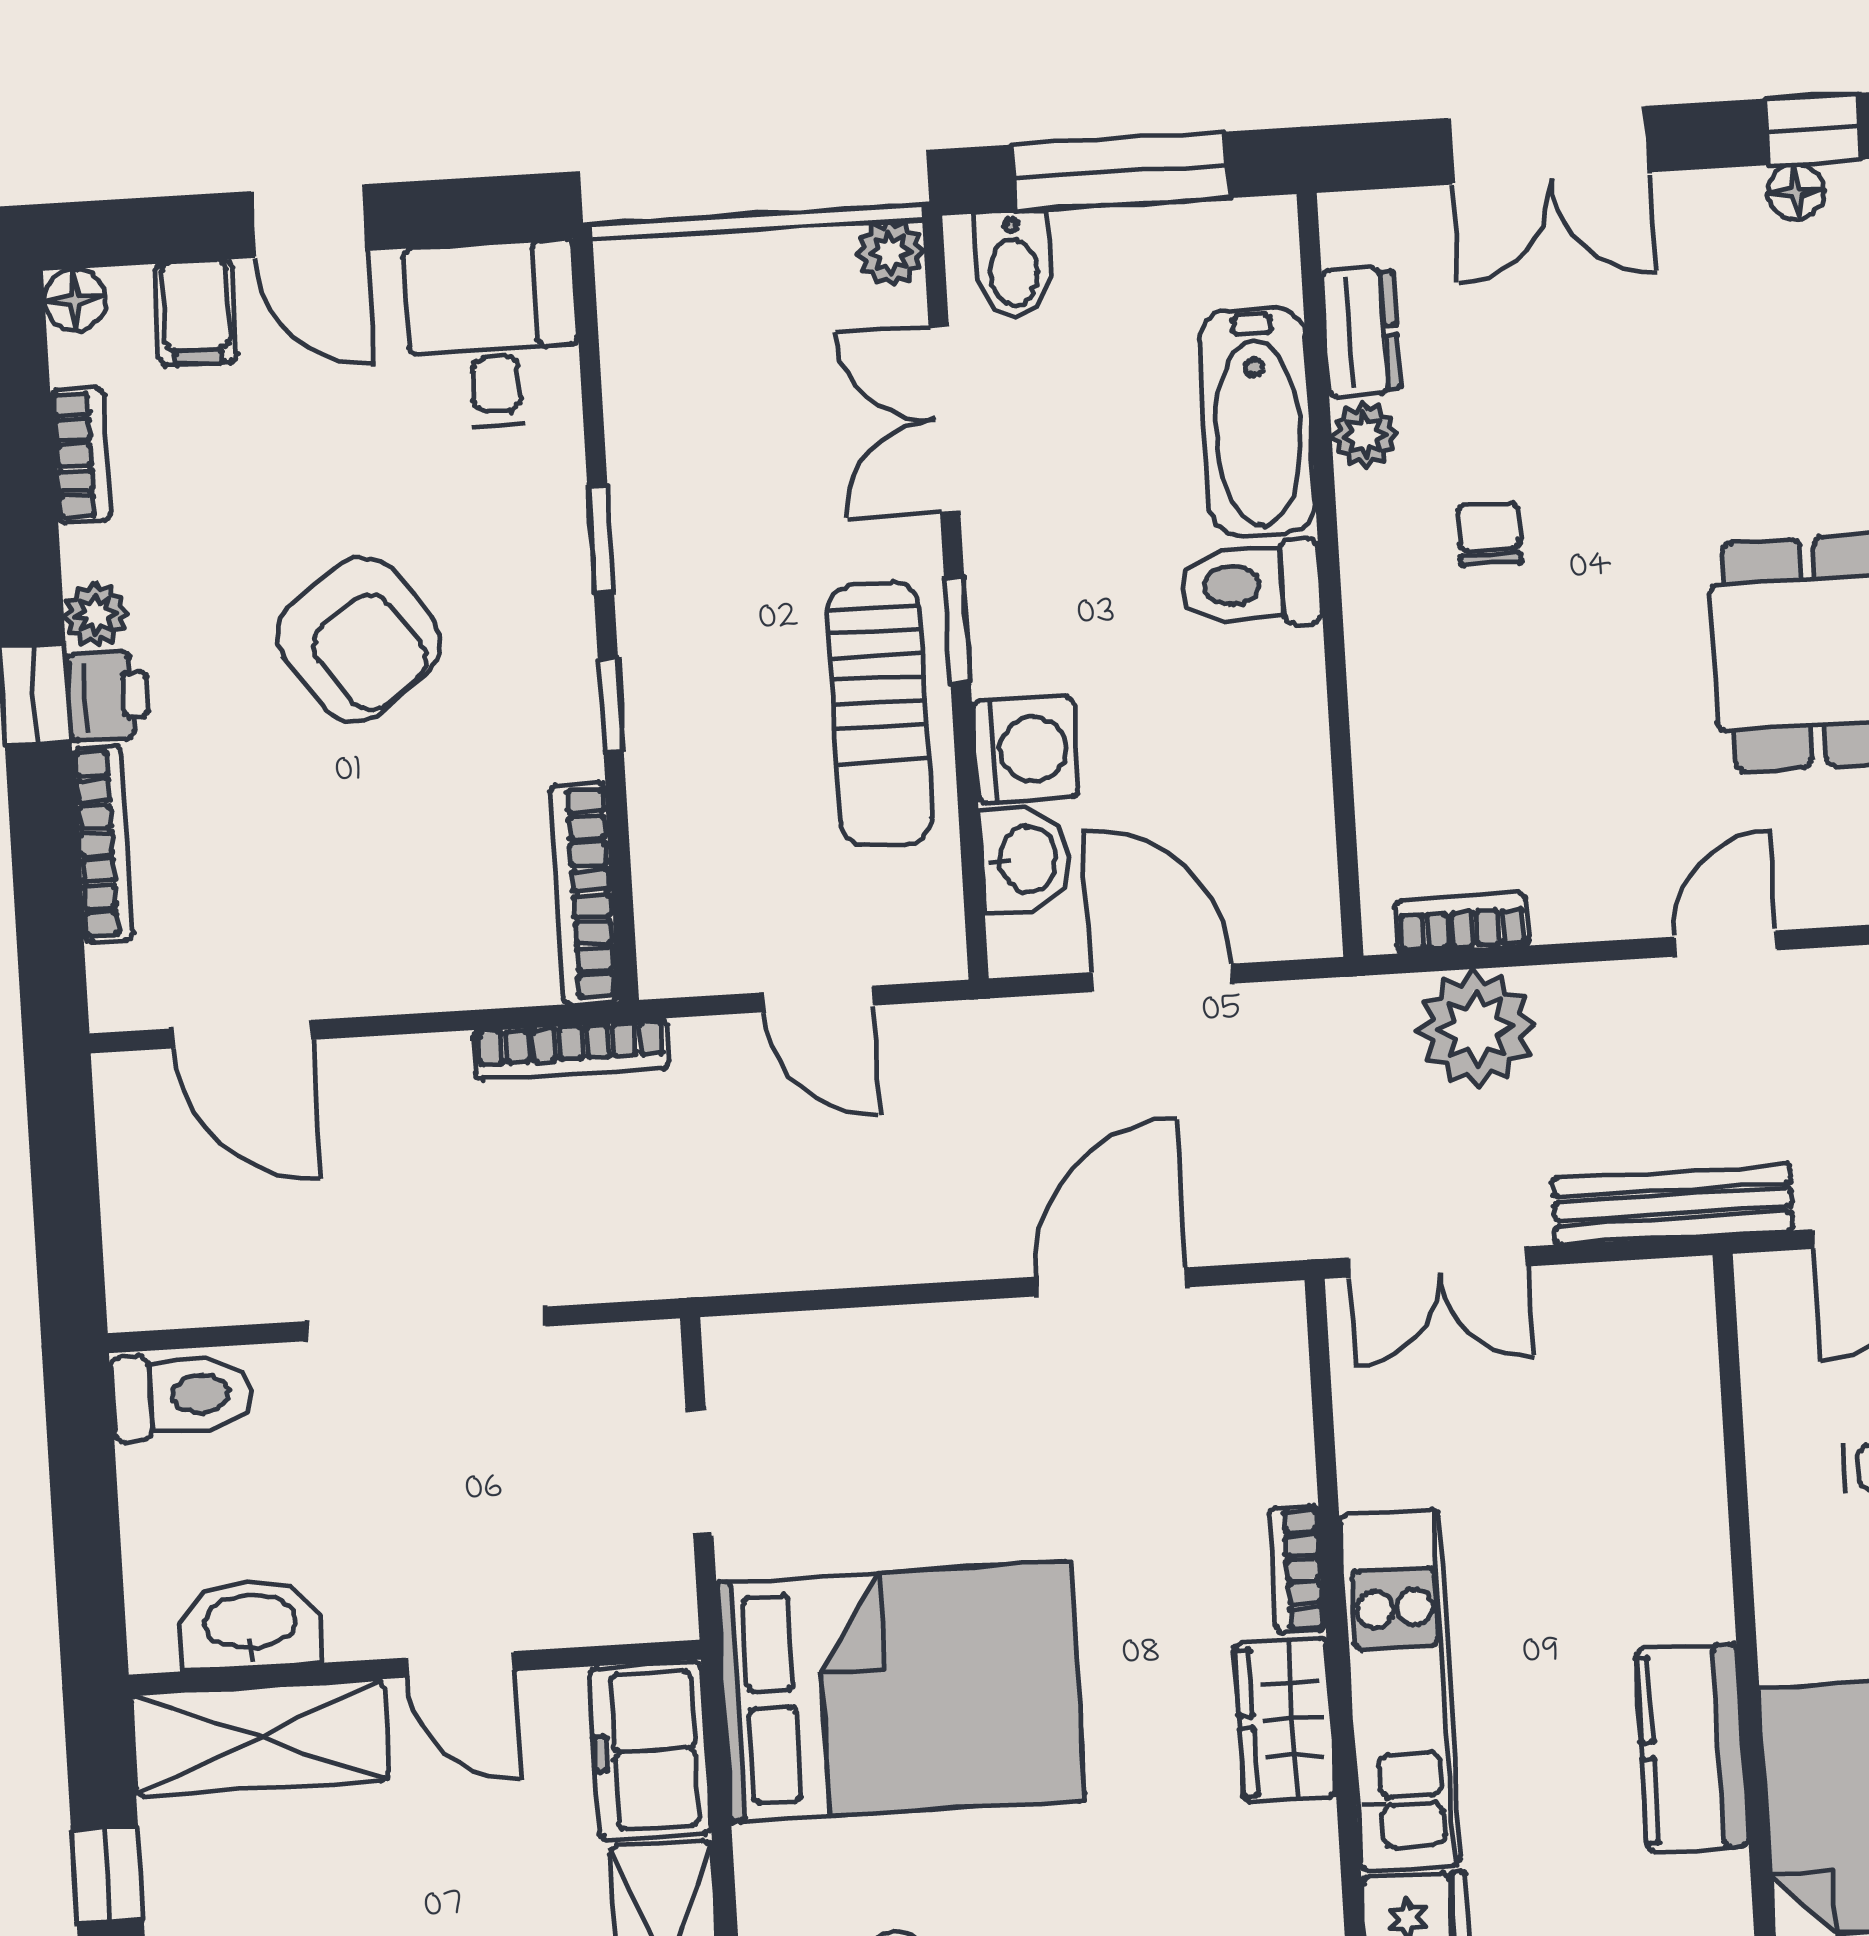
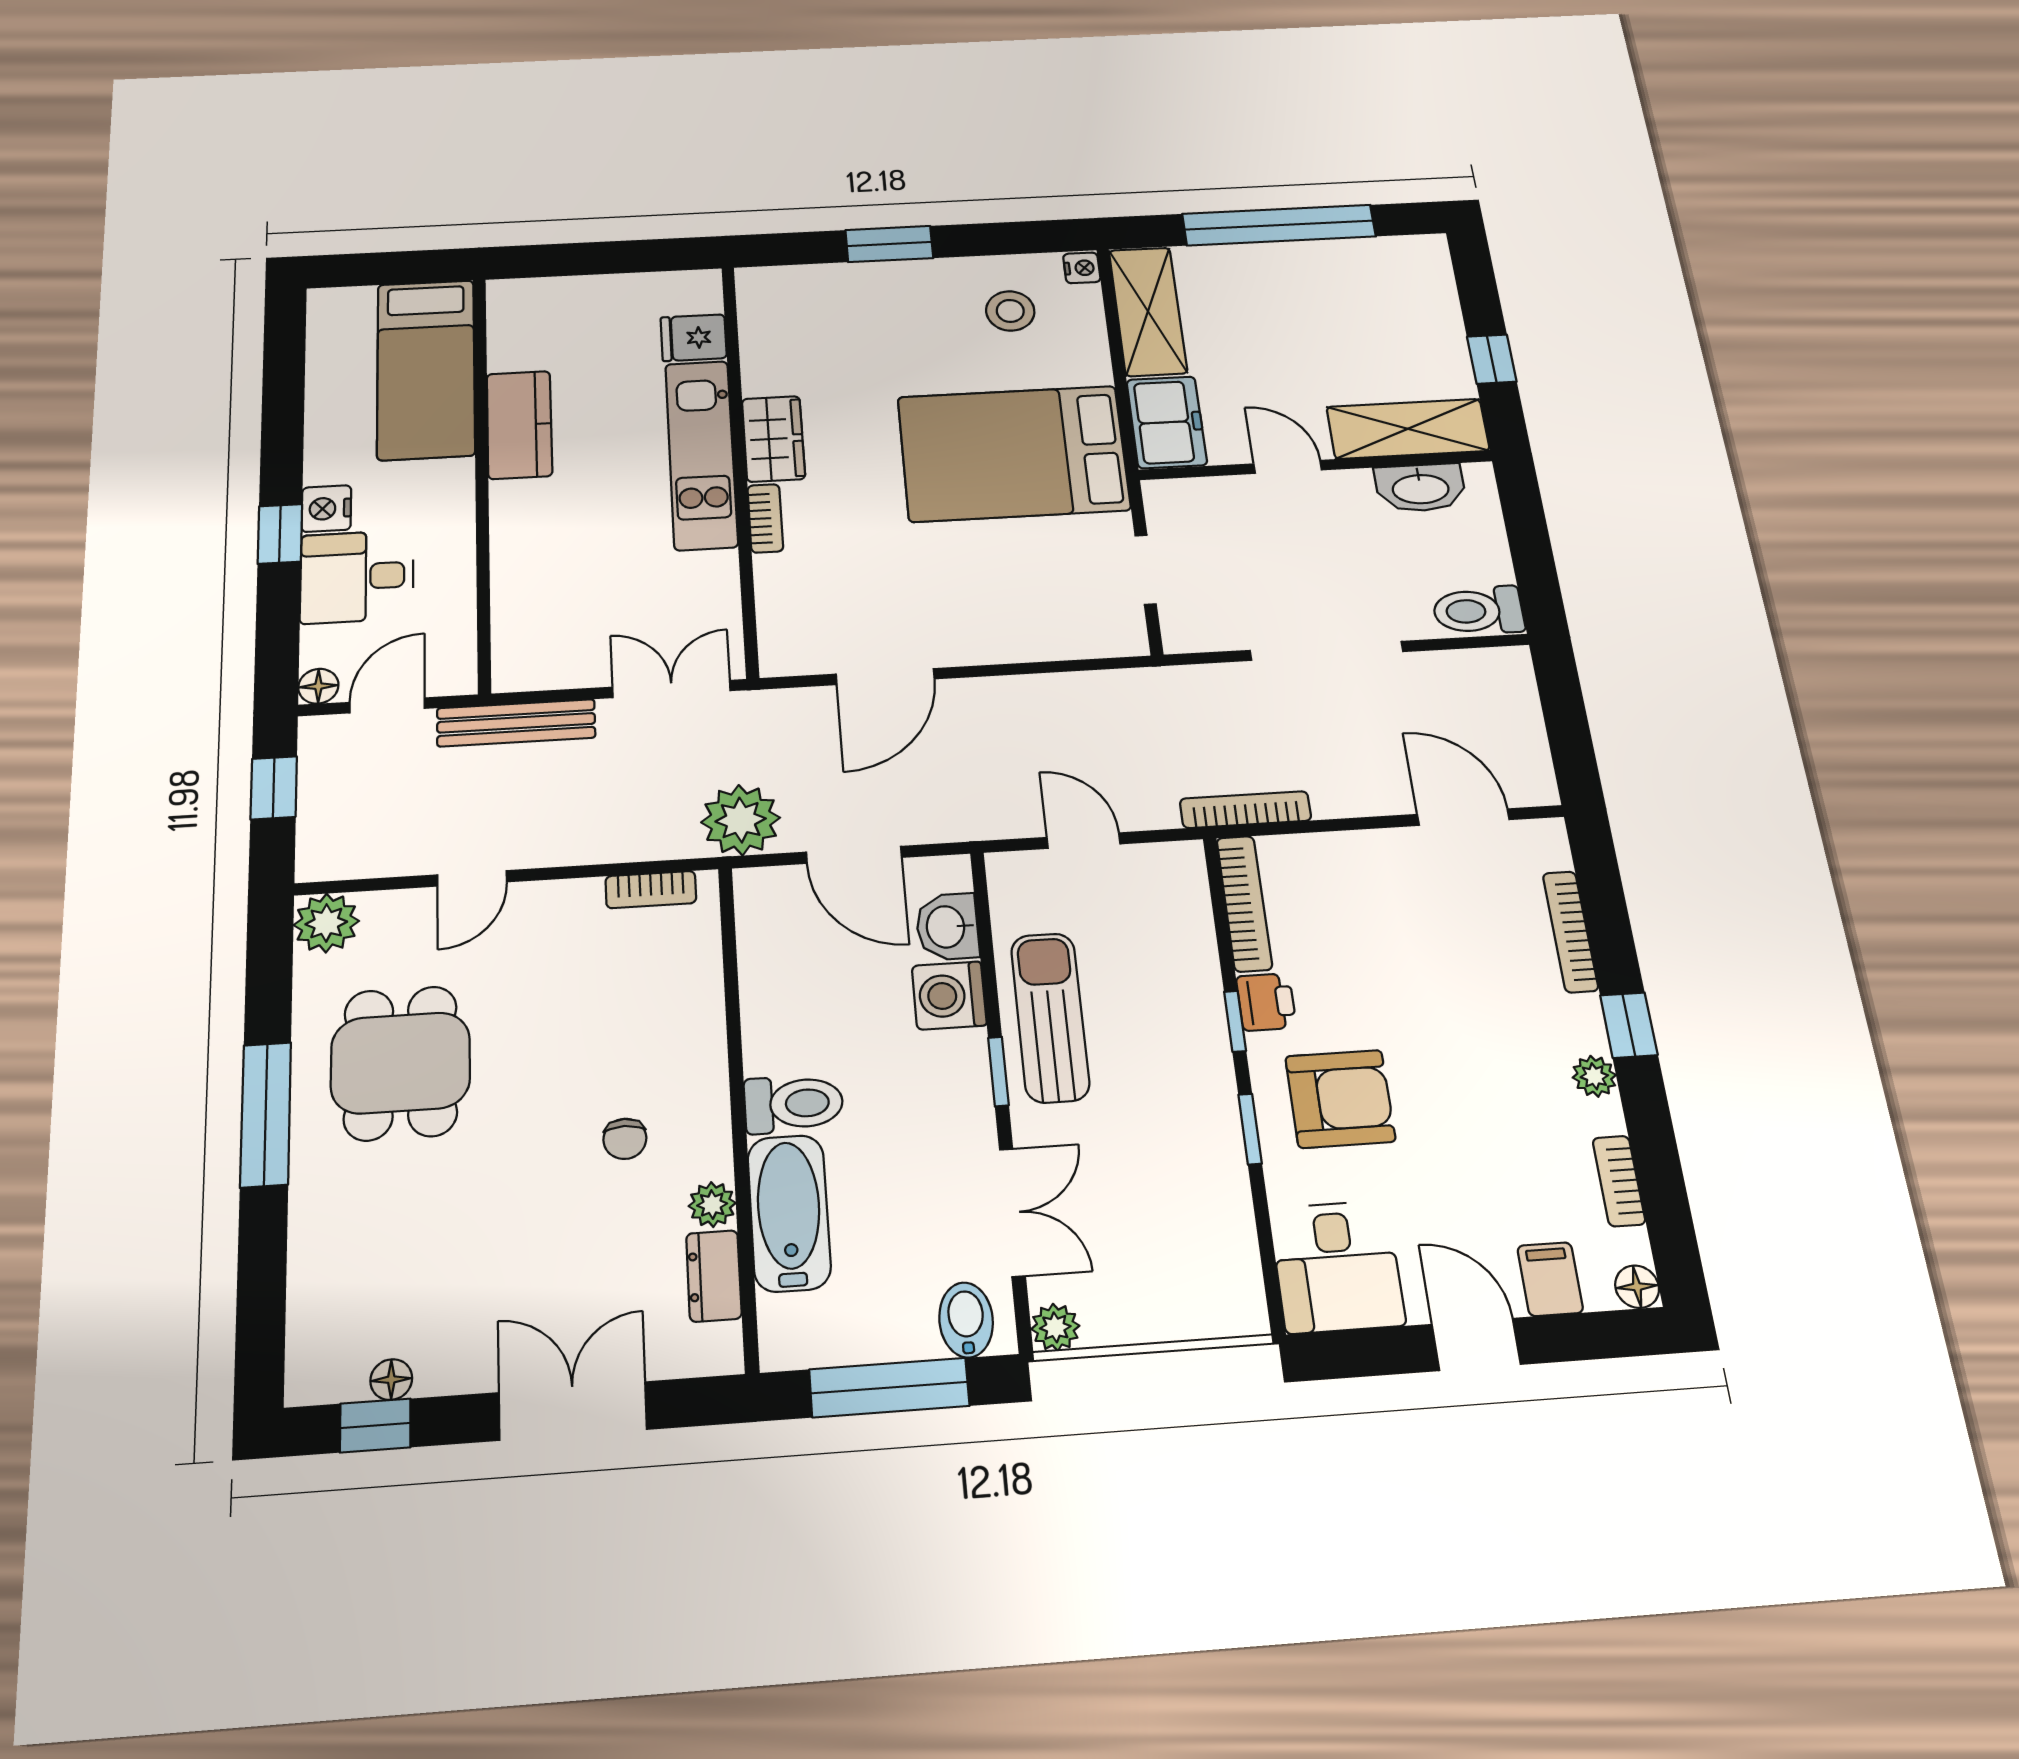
armchair: (359, 639) -> (1340, 1099), moved, turned 126
printer: (108, 696) -> (1266, 1002), moved, turned 180
plant: (1476, 1028) -> (741, 820), moved

